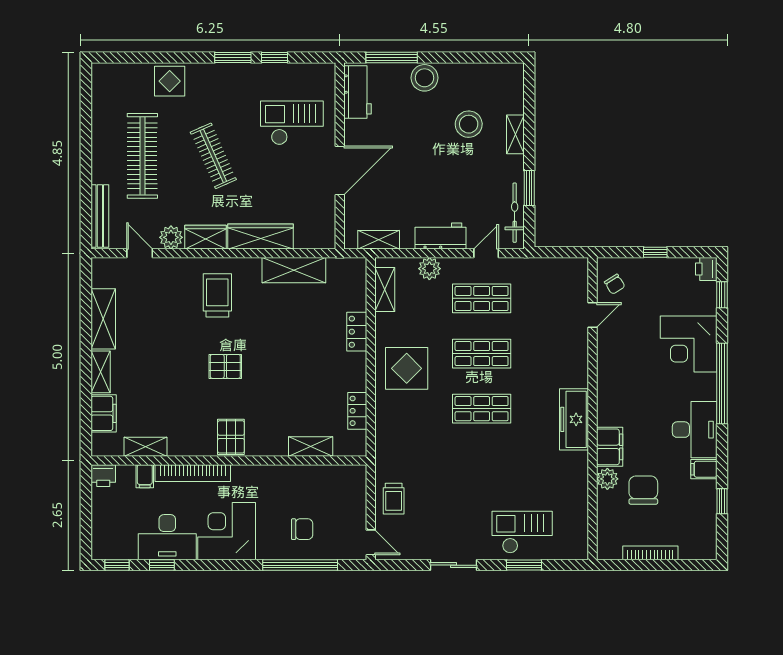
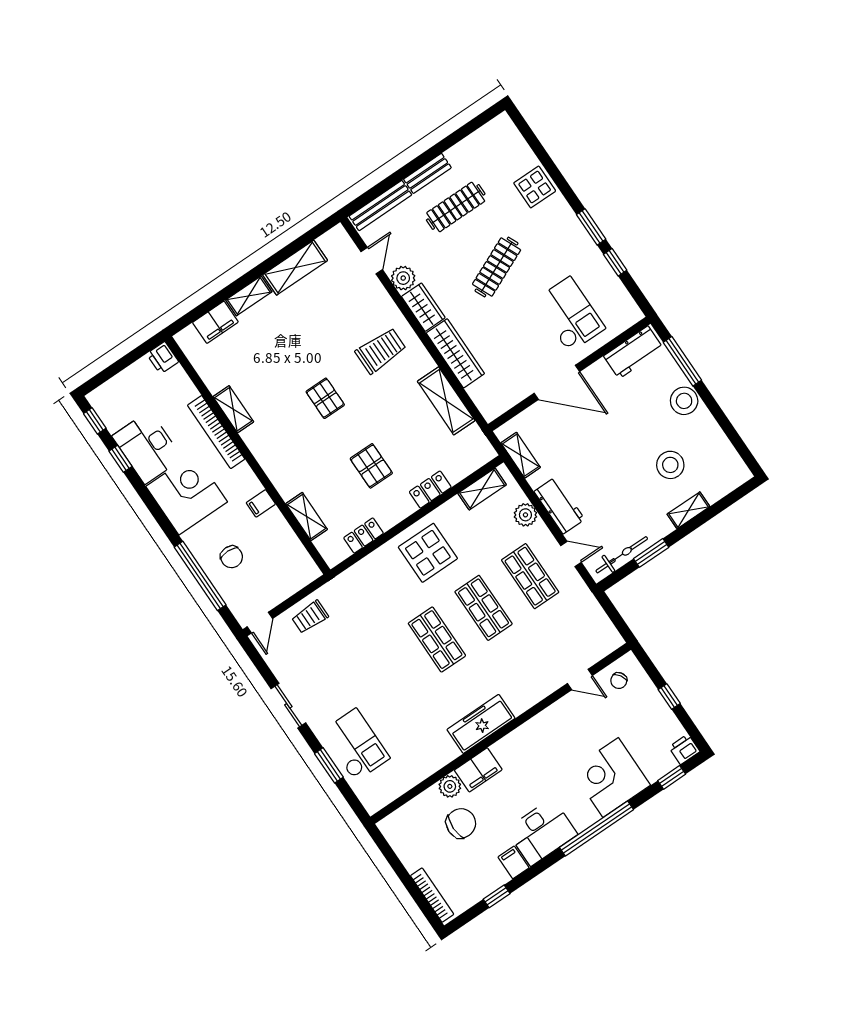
clothes rail: (142, 156) -> (456, 207), width x0.73, depth x0.76
bench: (100, 160) -> (427, 173), added
pallet: (231, 437) -> (371, 466), moved, turned 90
shelving: (146, 447) -> (233, 409), moved
filing cabinet: (145, 476) -> (261, 503), moved
bookcase: (650, 553) -> (432, 895), moved

